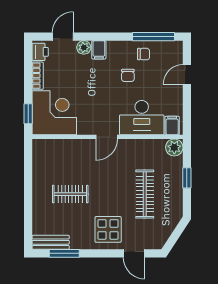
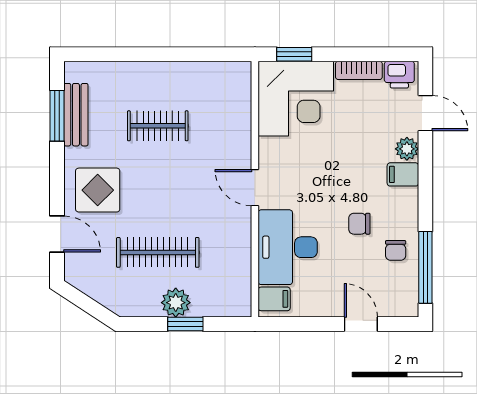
plant: (174, 147) -> (176, 303), moved
clothes rail: (70, 194) -> (158, 126), turned 90
bench: (51, 242) -> (76, 115), moved
door: (134, 253) -> (57, 234), swing flipped

